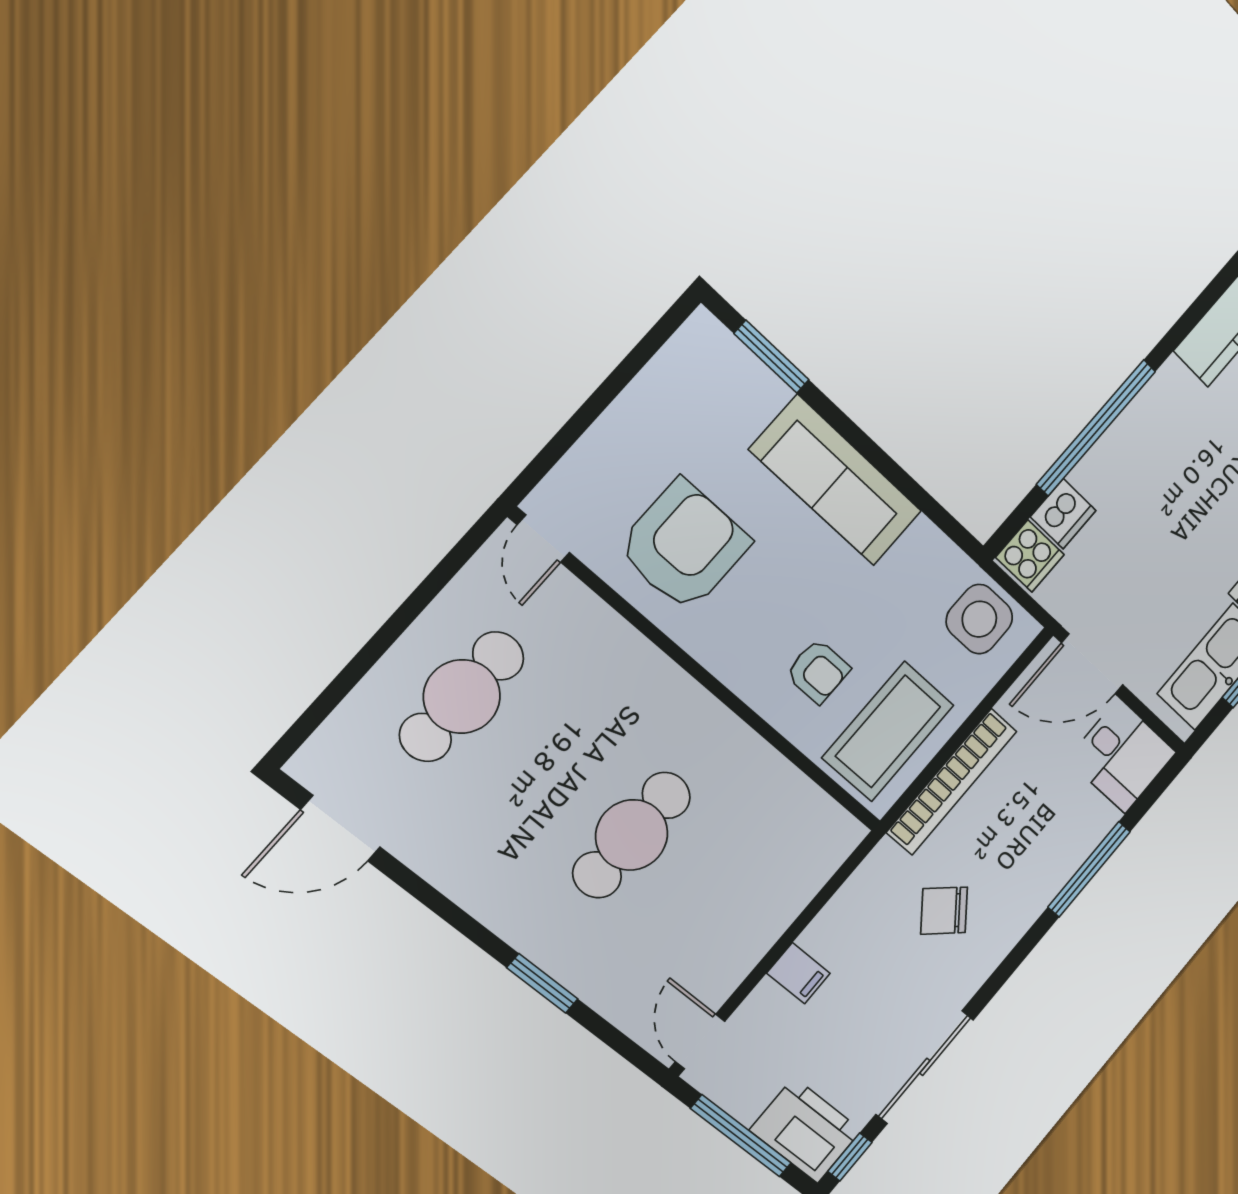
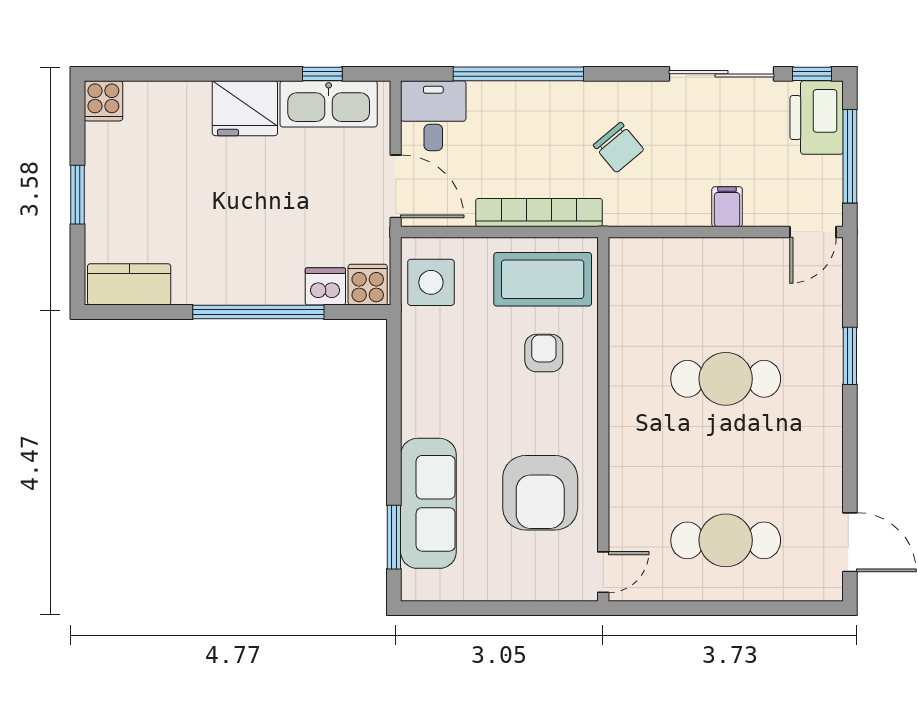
sofa: (836, 481) -> (428, 503), moved
armchair: (684, 546) -> (540, 493), turned -90
window: (1089, 869) -> (518, 74), width x1.46

